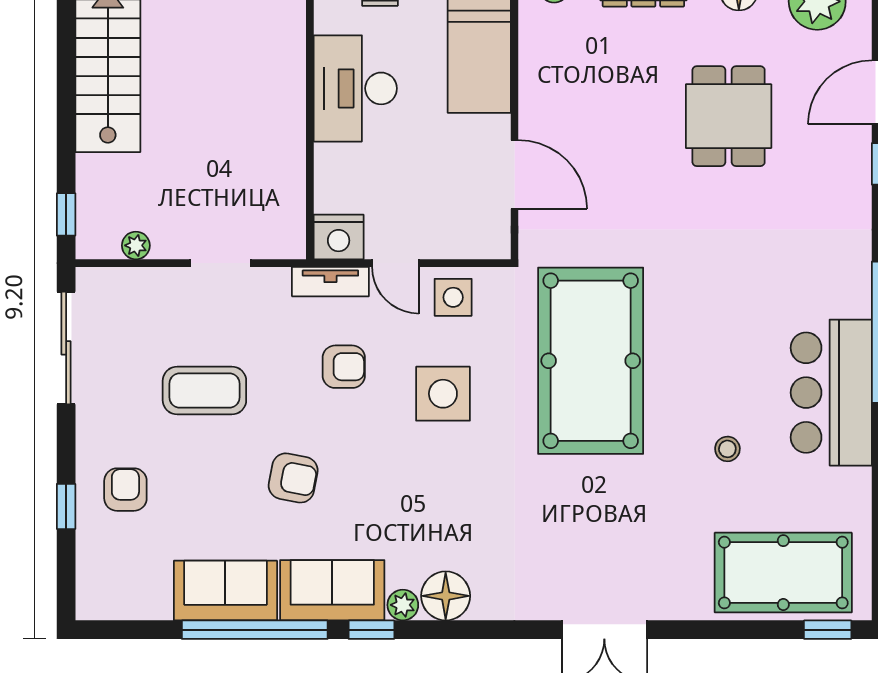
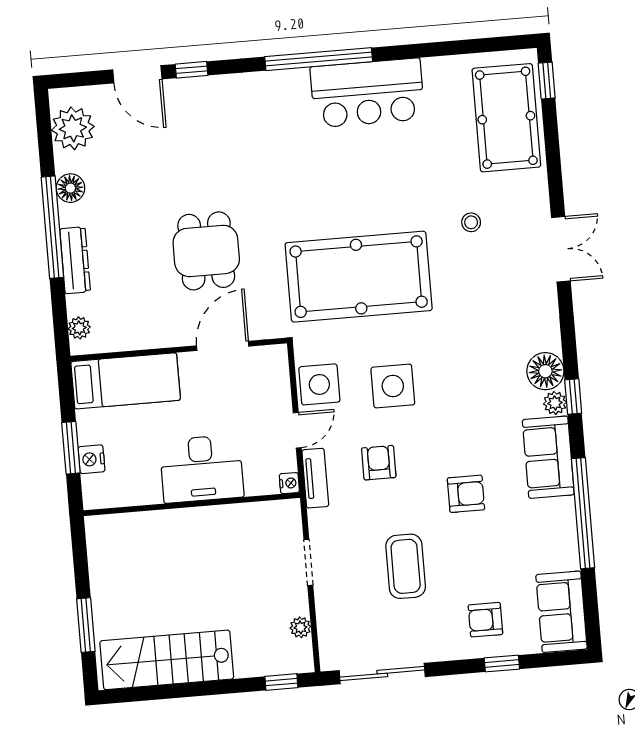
desk: (355, 88) -> (202, 469), moved
dining table: (729, 116) -> (206, 251), moved, turned 90
nightstand: (339, 237) -> (289, 483), width x0.53, depth x0.56
side table: (453, 297) -> (319, 384), width x1.37, depth x1.37
stool: (727, 449) -> (471, 222), moved
armchair: (293, 478) -> (466, 494), turned 79
sofa: (225, 591) -> (562, 612), moved
window: (371, 630) -> (573, 397), moved

